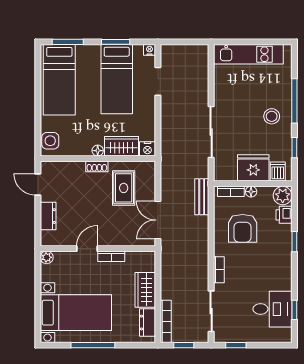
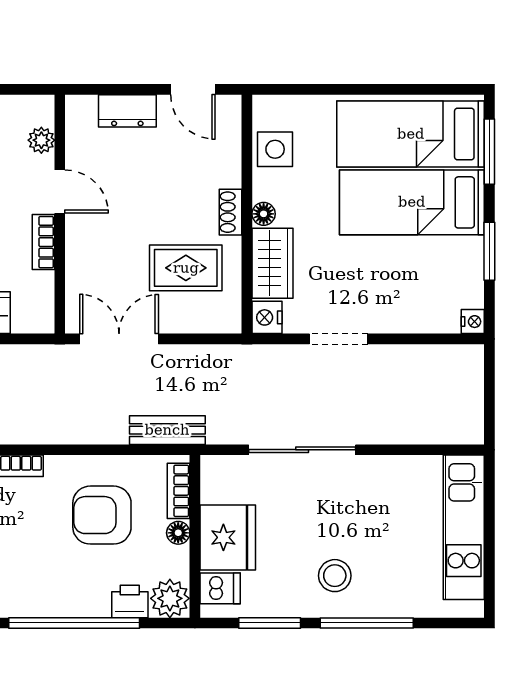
bed: (117, 79) -> (412, 202), moved
doorway: (158, 81) -> (339, 339), moved
side table: (50, 141) -> (275, 149), moved
window: (294, 148) -> (270, 623), width x1.50
door: (38, 185) -> (193, 89), swing flipped
window: (294, 242) -> (74, 623), width x3.17
plant: (47, 257) -> (41, 140), moved

